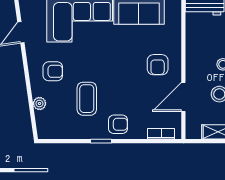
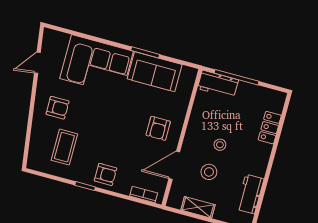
coffee table: (87, 99) -> (64, 147), moved
plant: (39, 103) -> (37, 135), removed

